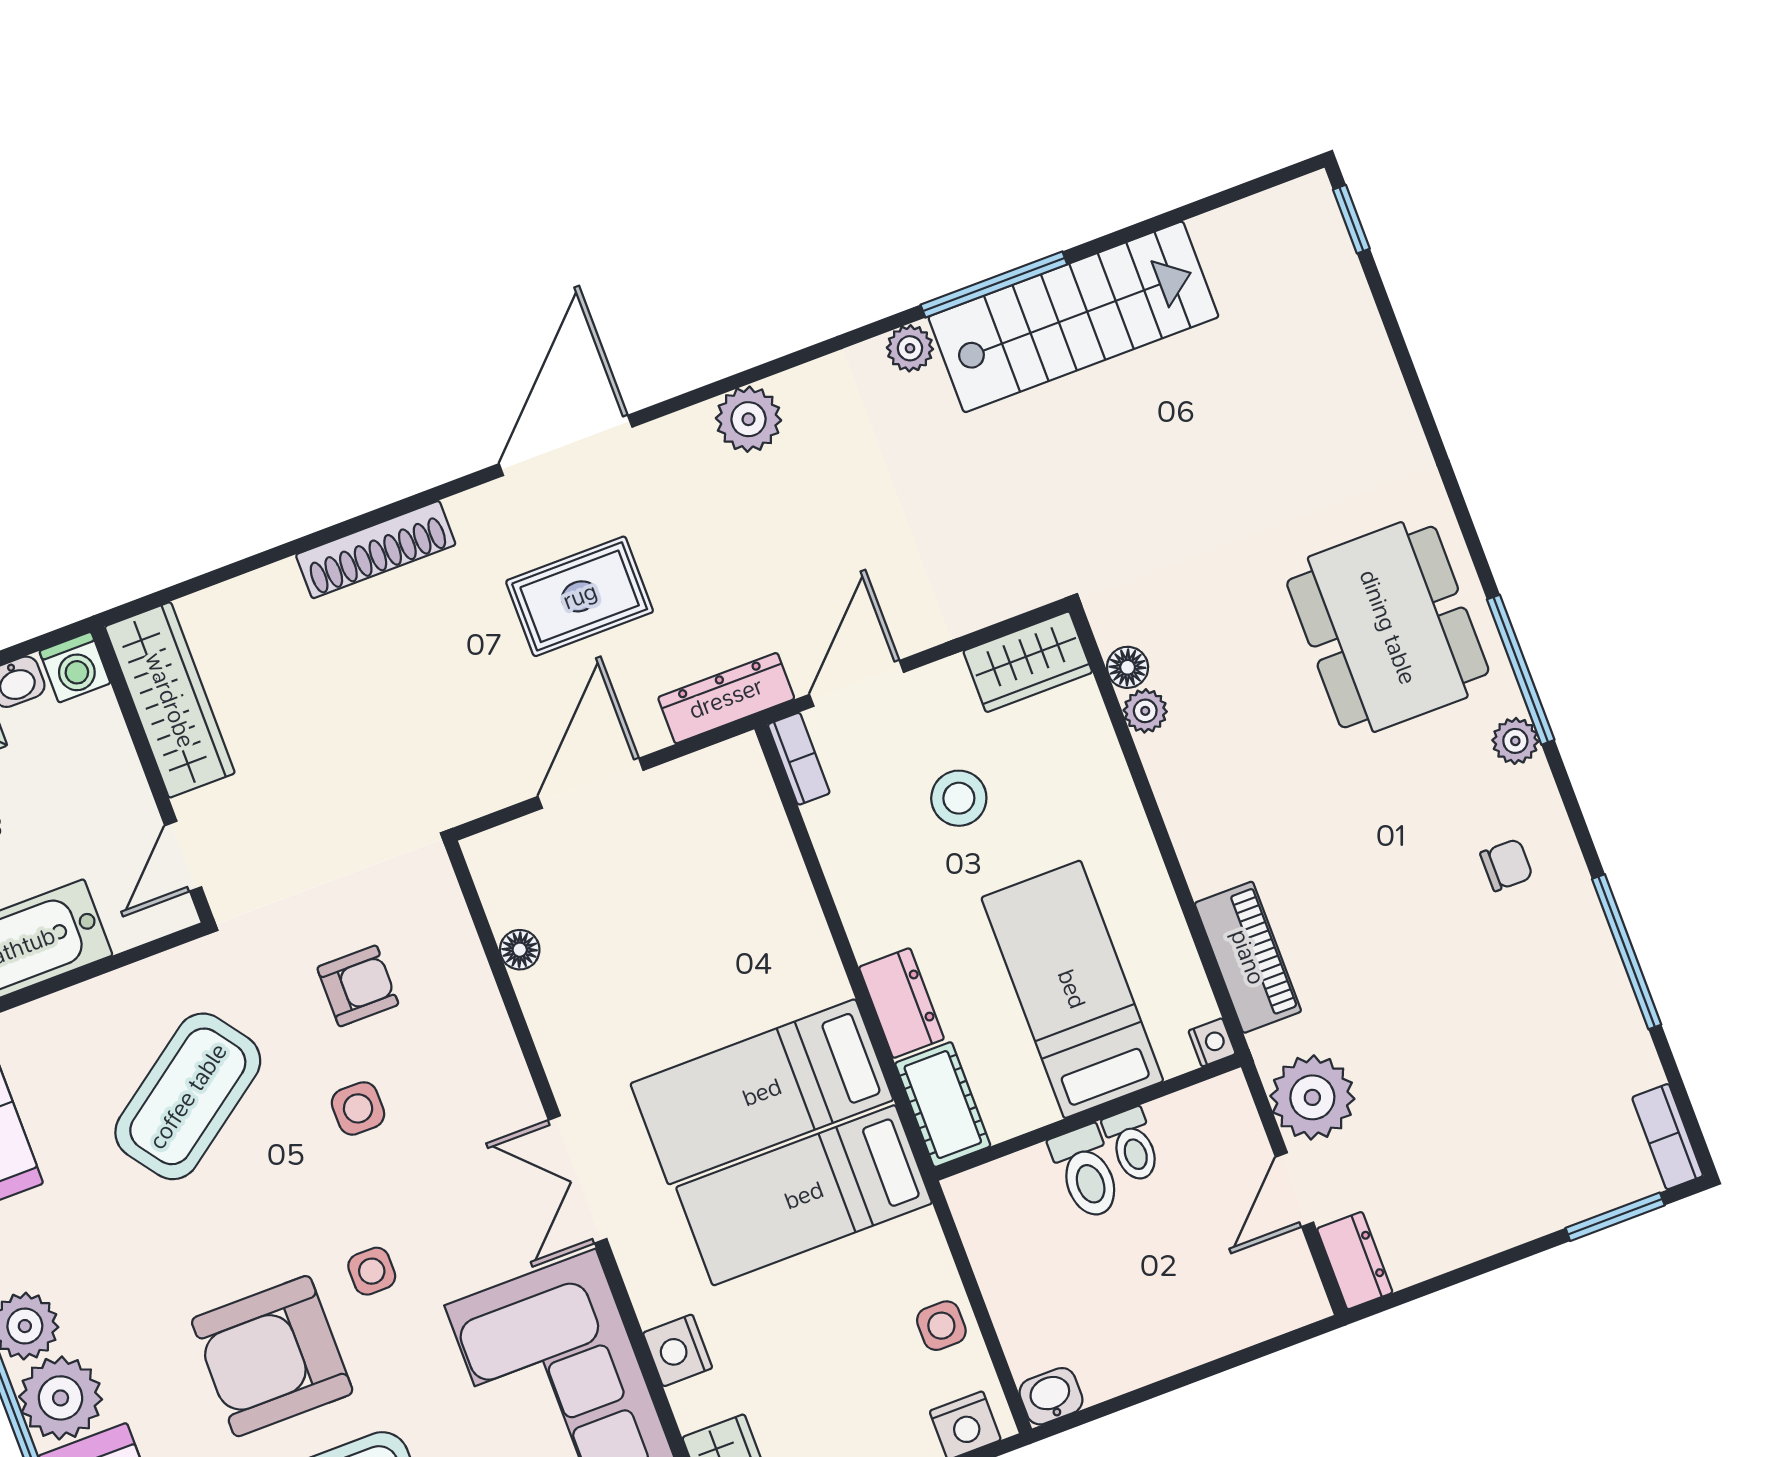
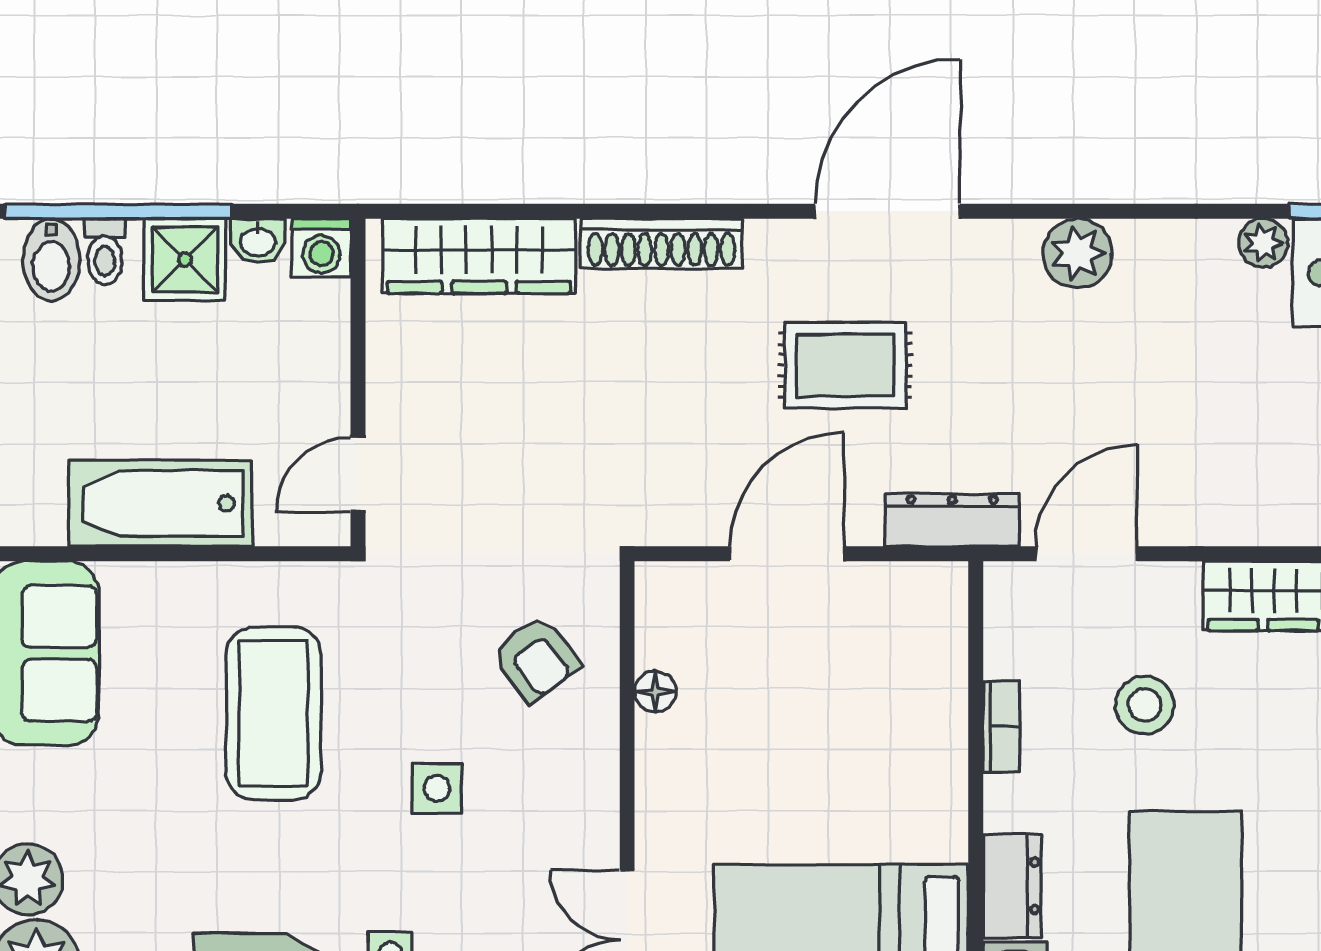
wardrobe: (170, 700) -> (479, 256), moved, turned 90
bookcase: (799, 759) -> (1001, 727), moved
armchair: (358, 986) -> (536, 659), moved, turned 53
coffee table: (188, 1096) -> (274, 713), turned -54

